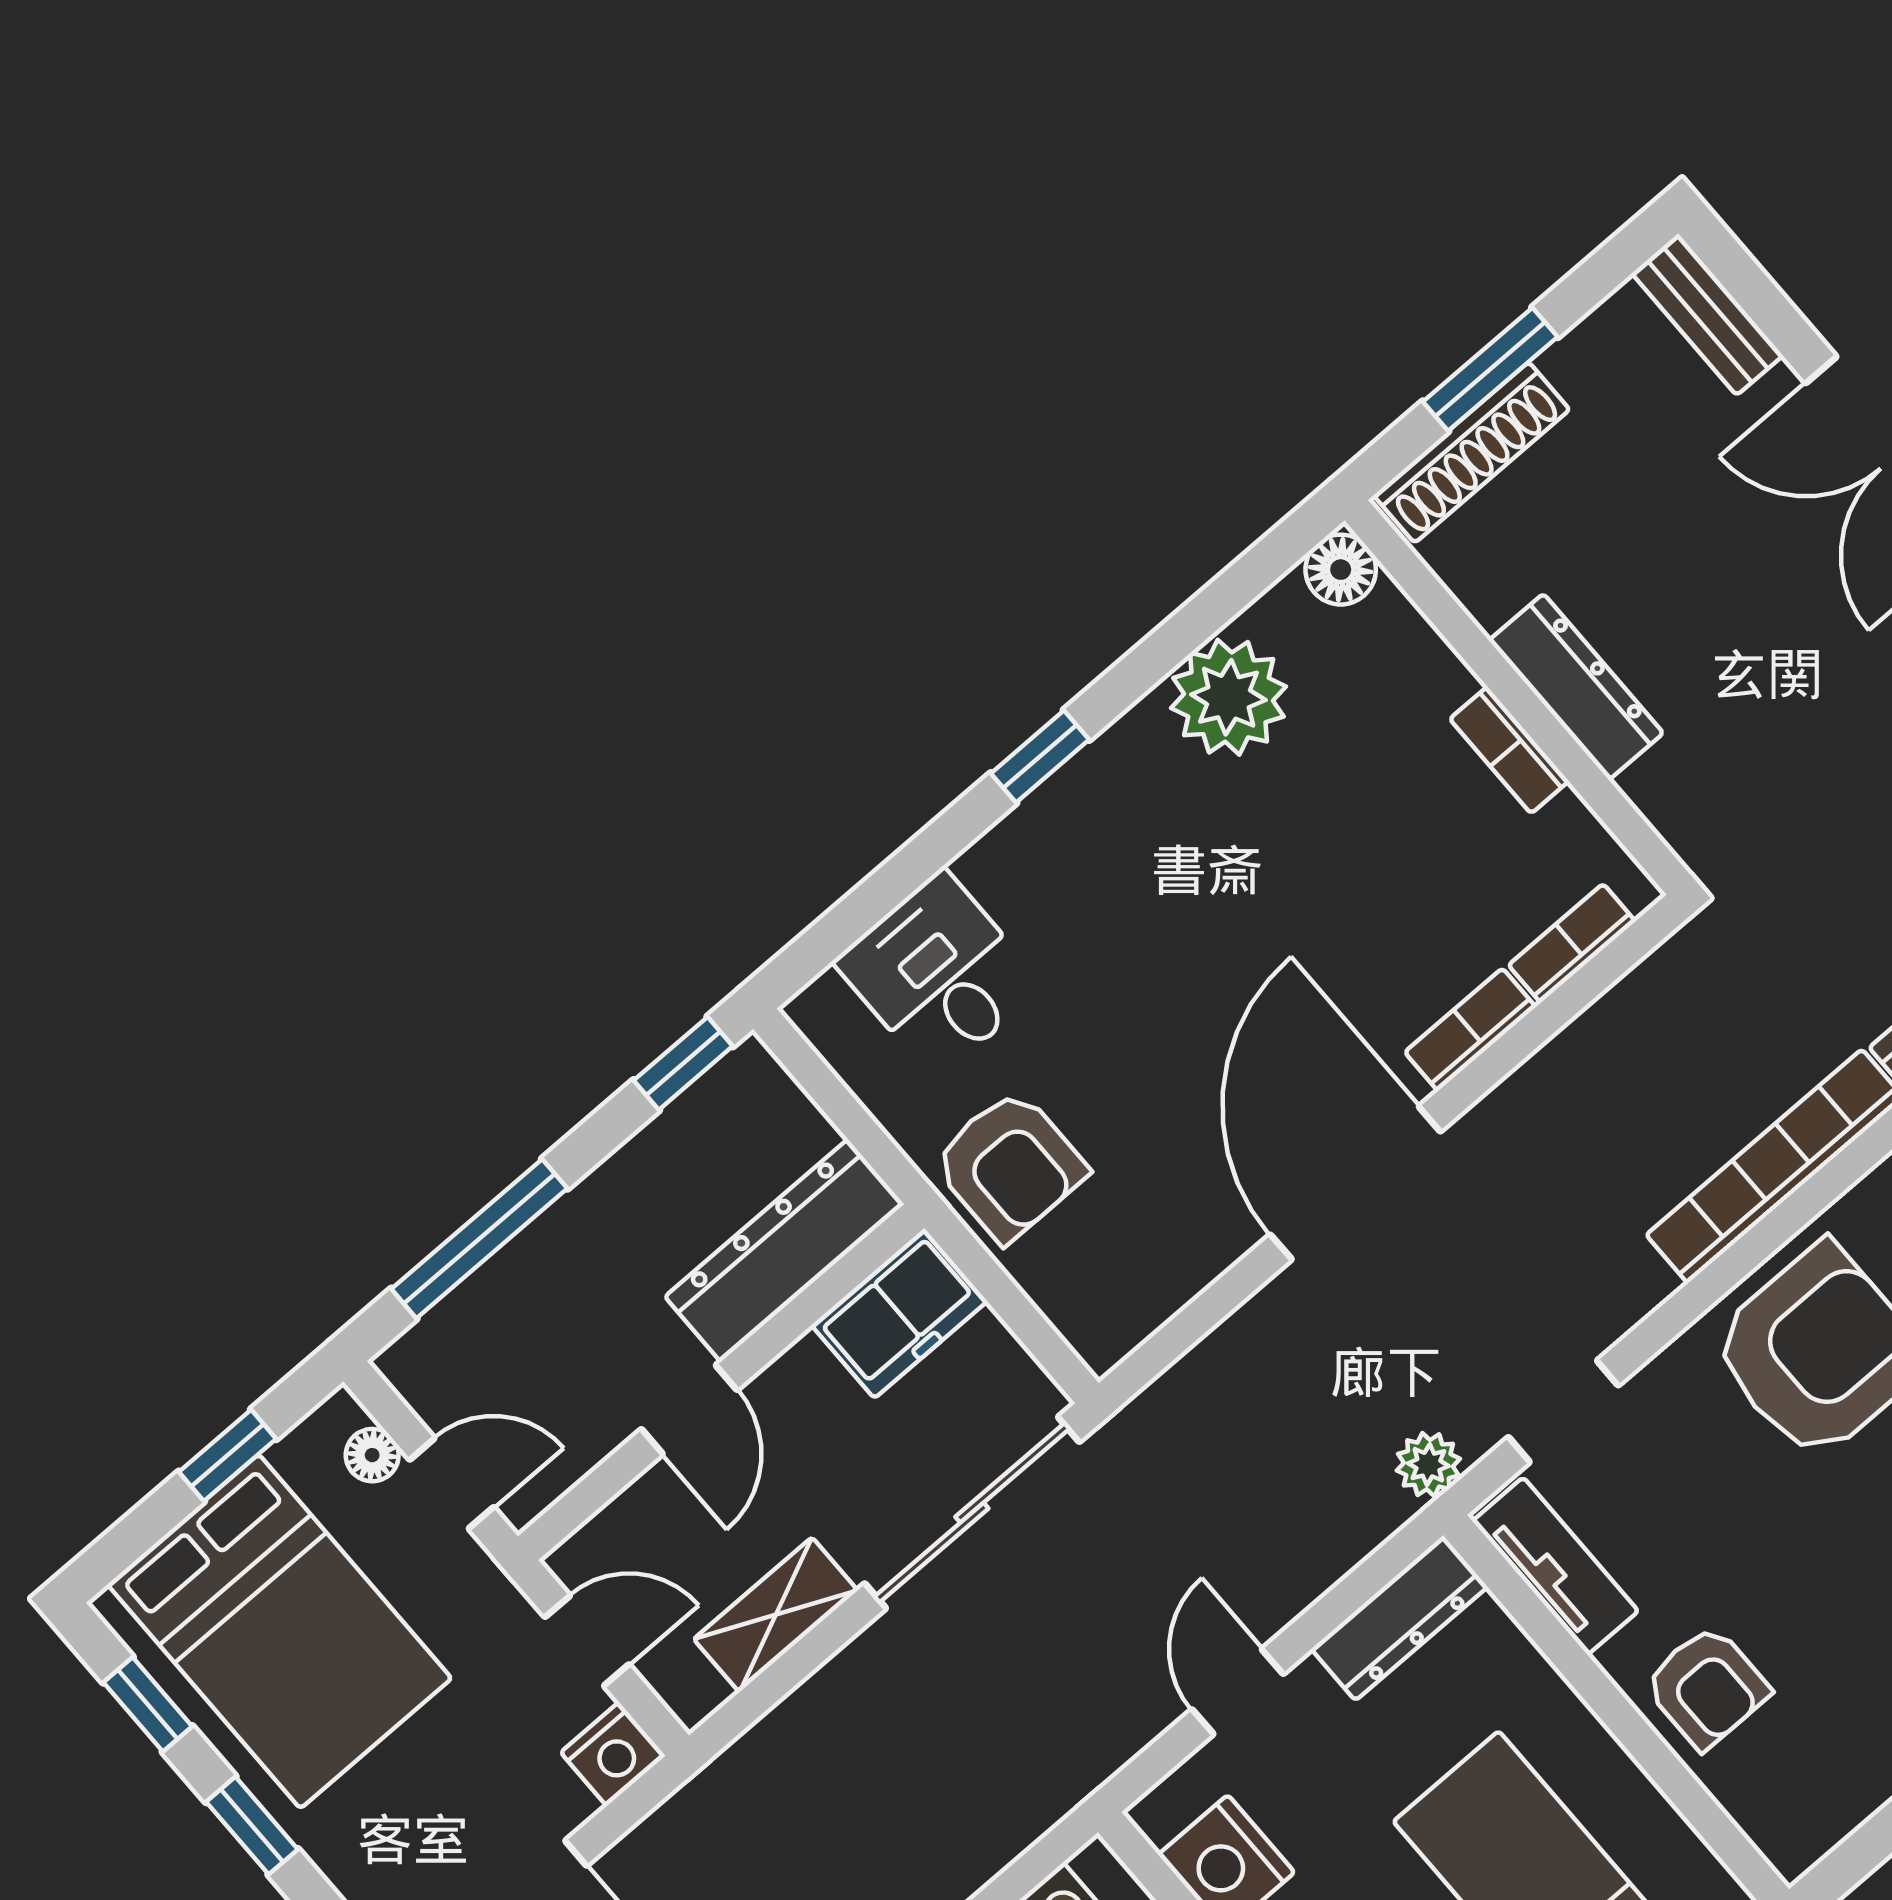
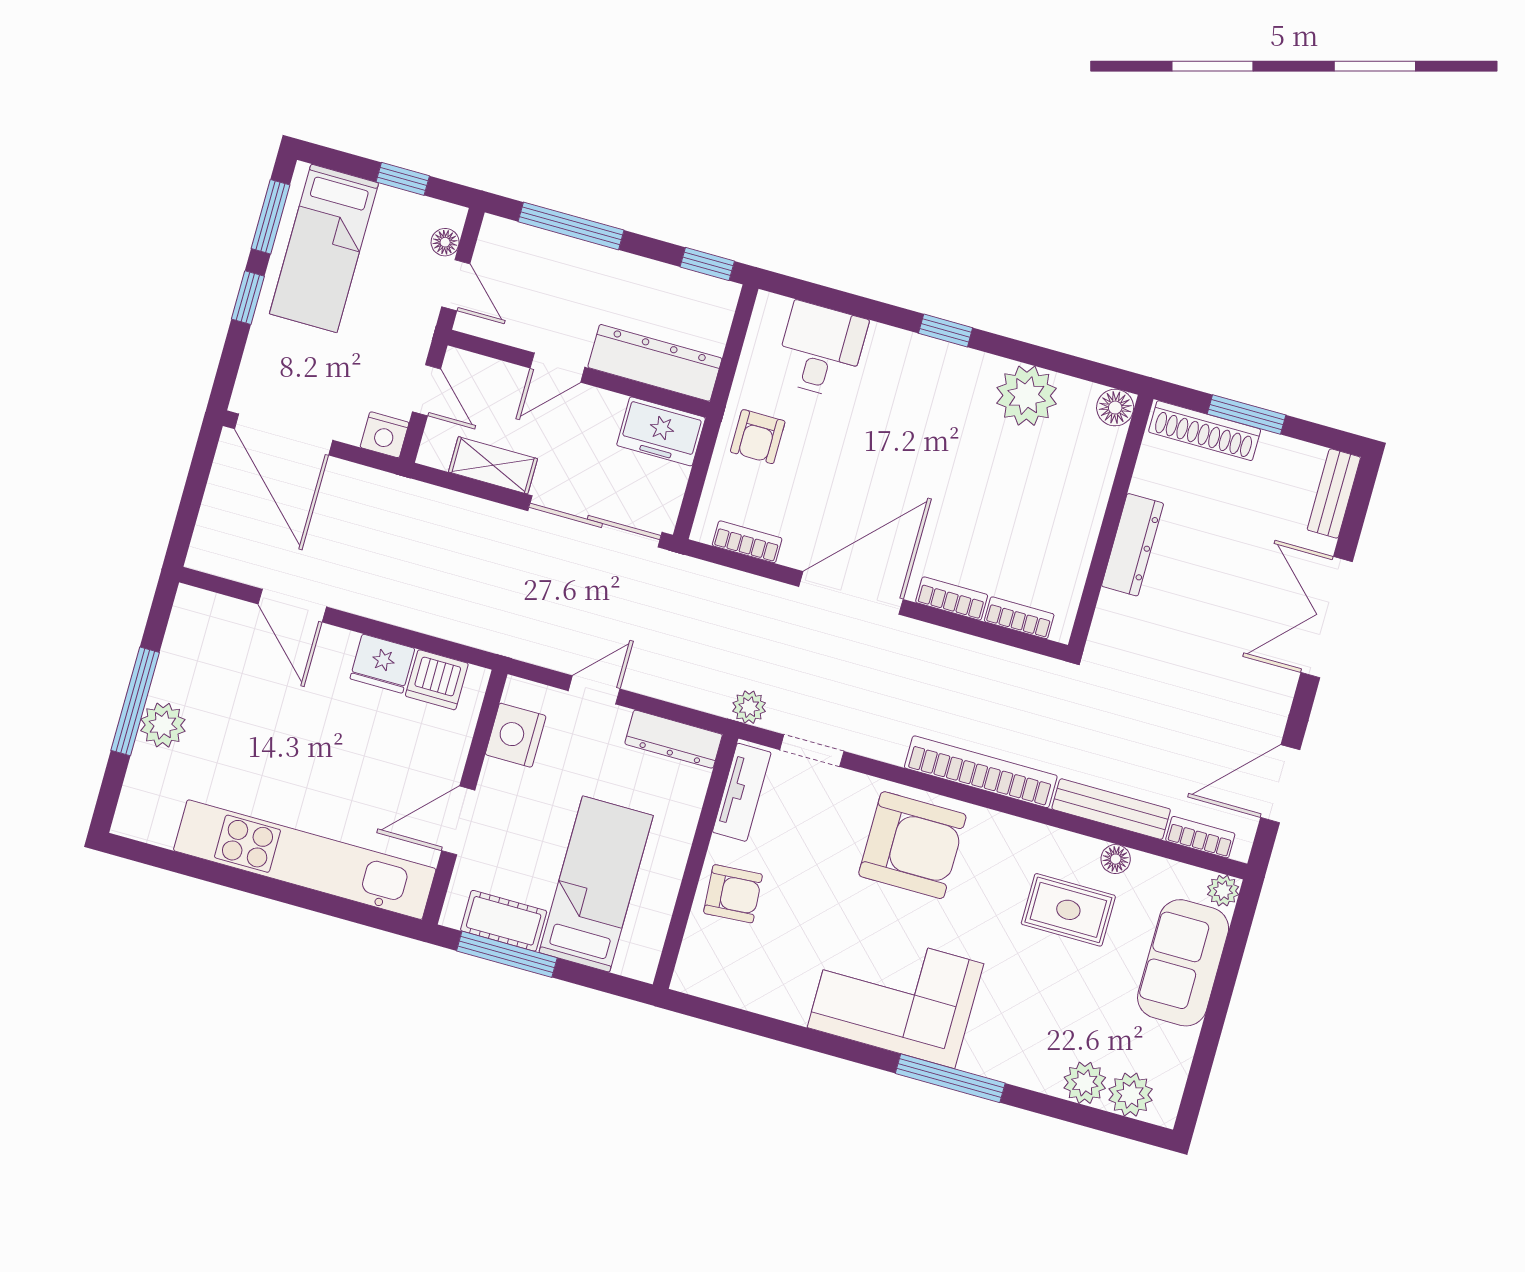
bookcase: (1509, 750) -> (747, 542), moved, turned 90
armchair: (1010, 1166) -> (758, 437), width x0.72, depth x0.72
bed: (279, 1631) -> (324, 248), width x0.67
armchair: (1707, 1687) -> (733, 894), turned -94
window: (148, 1704) -> (270, 217), width x1.50

